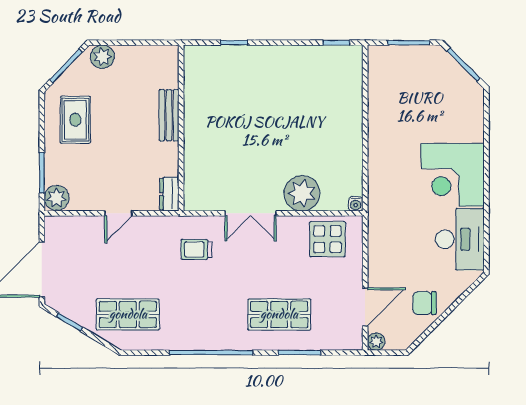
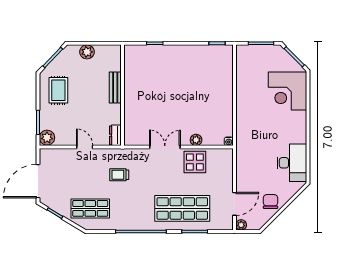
plant: (102, 57) -> (87, 52), moved
corner desk: (453, 175) -> (288, 91), moved
plant: (302, 193) -> (196, 140), width x0.53, depth x0.53
door: (118, 213) -> (85, 147), swing flipped
double door: (251, 213) -> (165, 147), swing flipped
display table: (327, 239) -> (195, 162), moved
trolley: (196, 249) -> (119, 175), moved
chair: (424, 303) -> (270, 202), turned 90
shop shelf: (279, 314) -> (182, 208), width x1.43, depth x1.36

